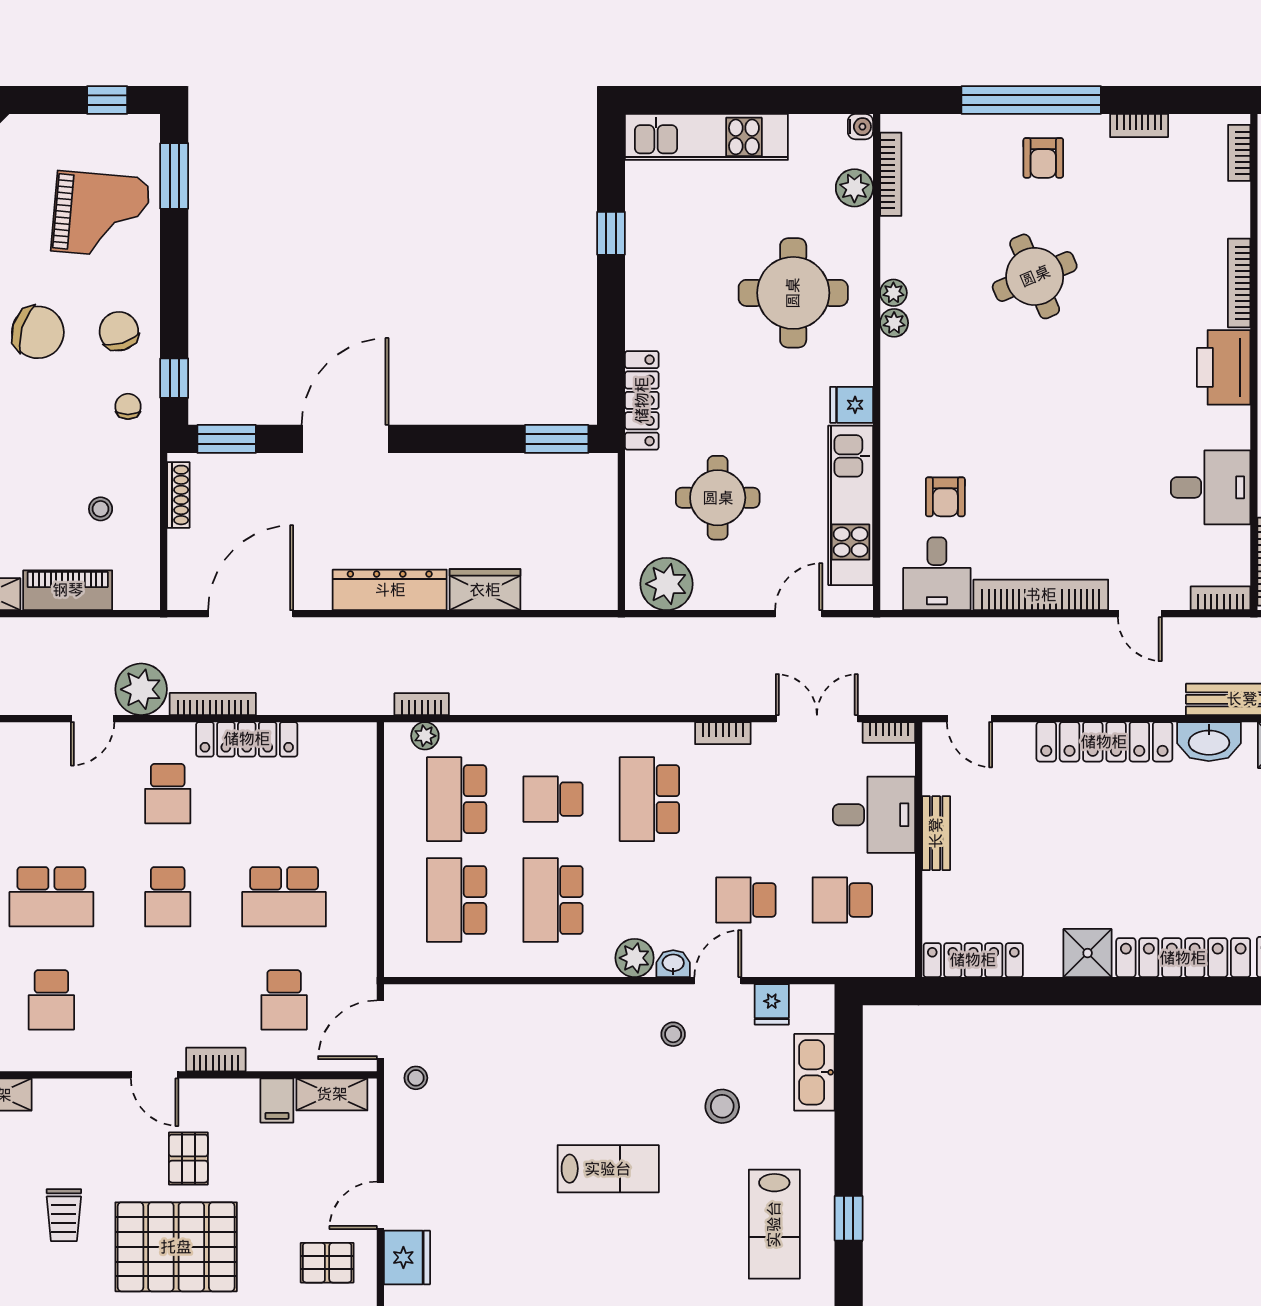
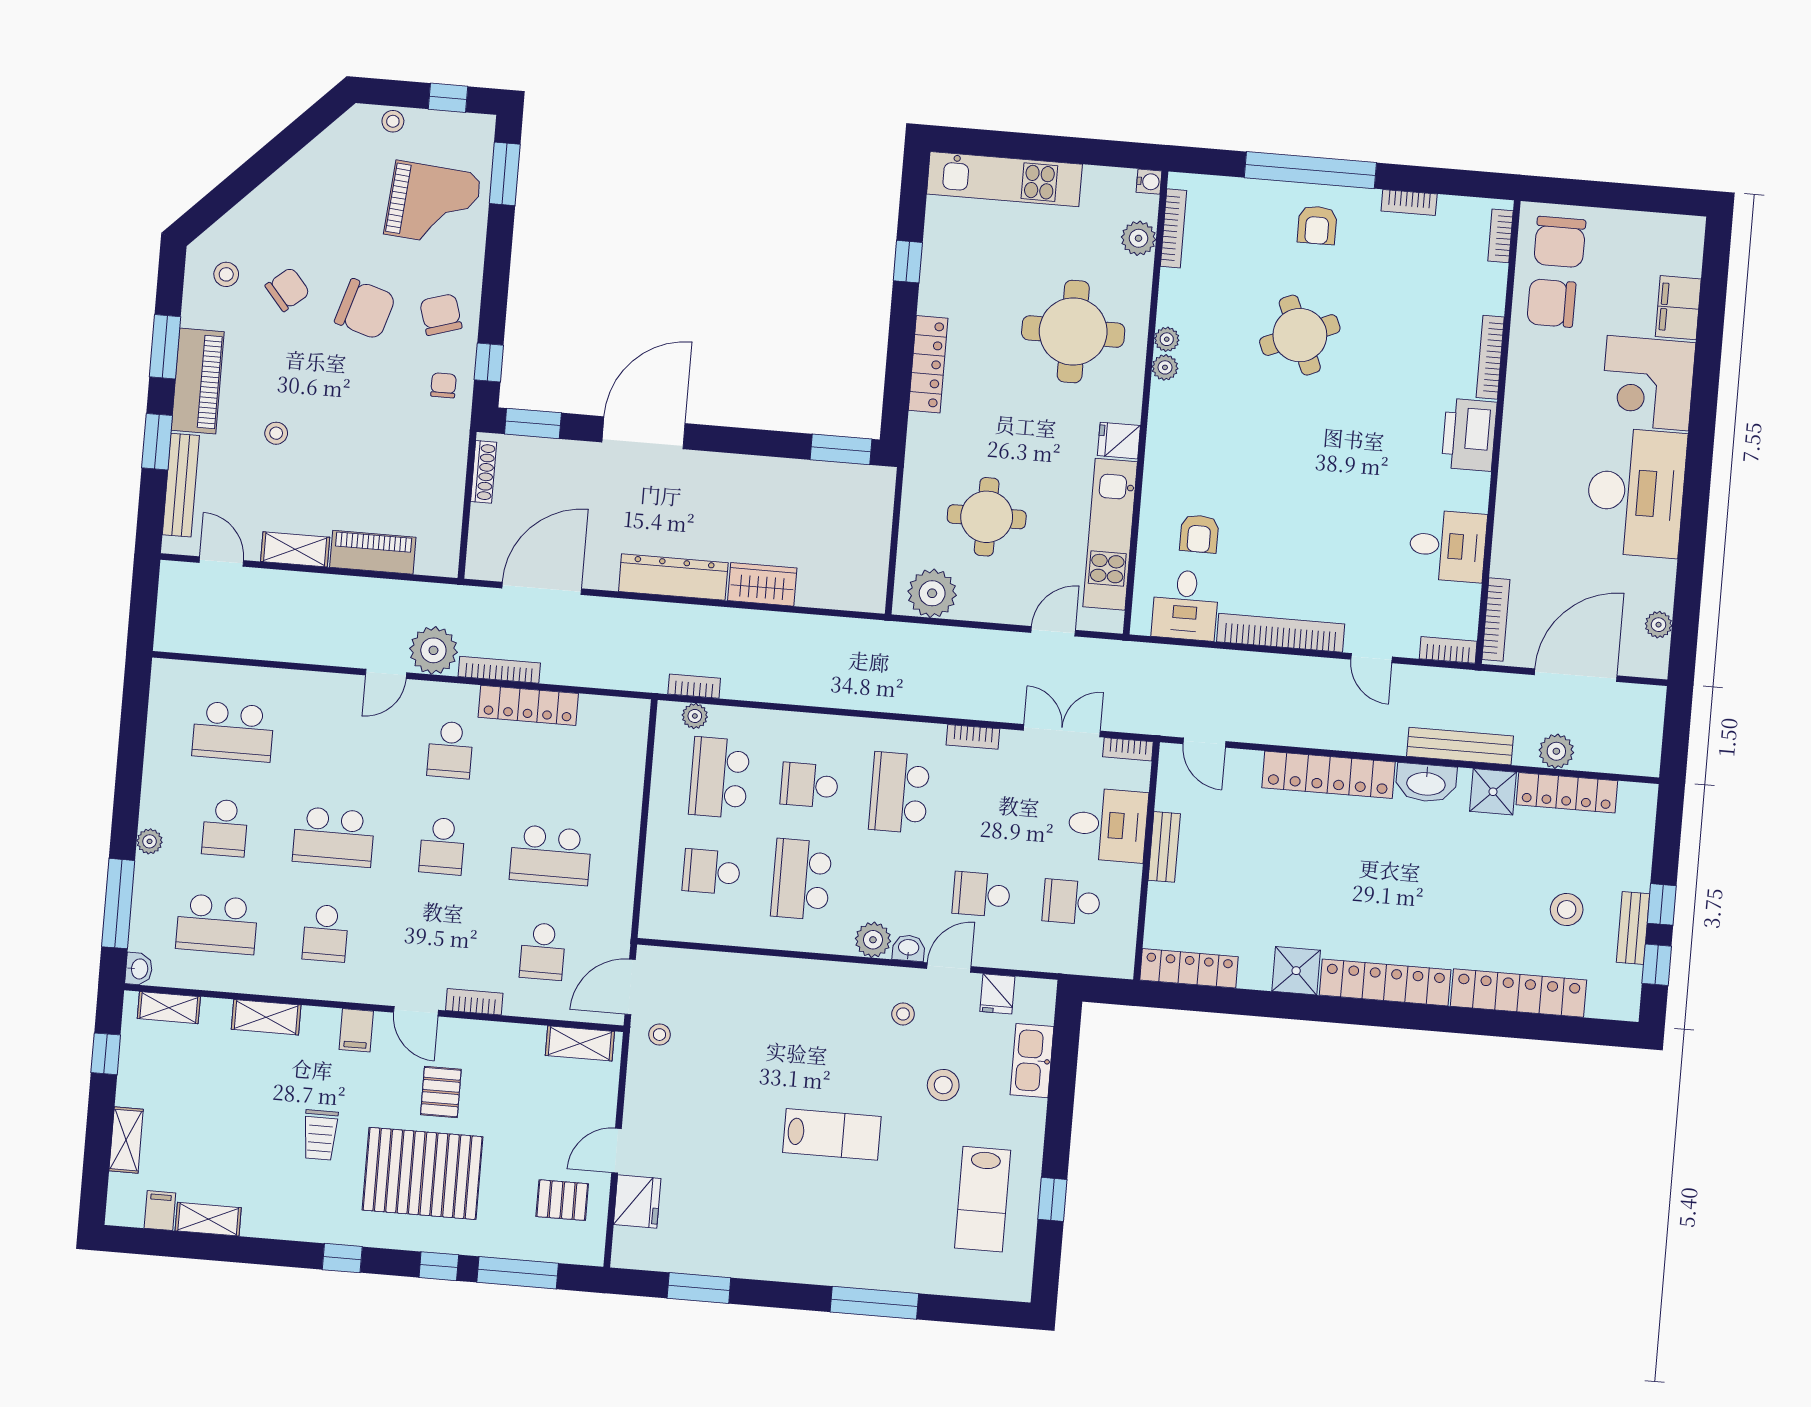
locker: (642, 400) -> (928, 364), moved
stool: (101, 509) -> (393, 121), moved
school desk: (457, 900) -> (711, 872), width x0.54
filing cabinet: (277, 1100) -> (356, 1030), moved

